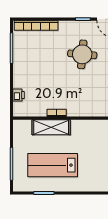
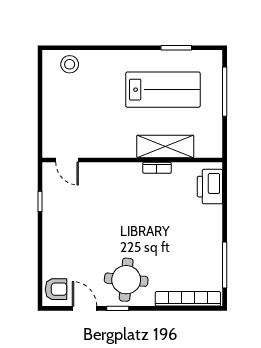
round table: (82, 54) -> (126, 280), moved
printer: (19, 95) -> (210, 187), width x1.87, depth x1.48

